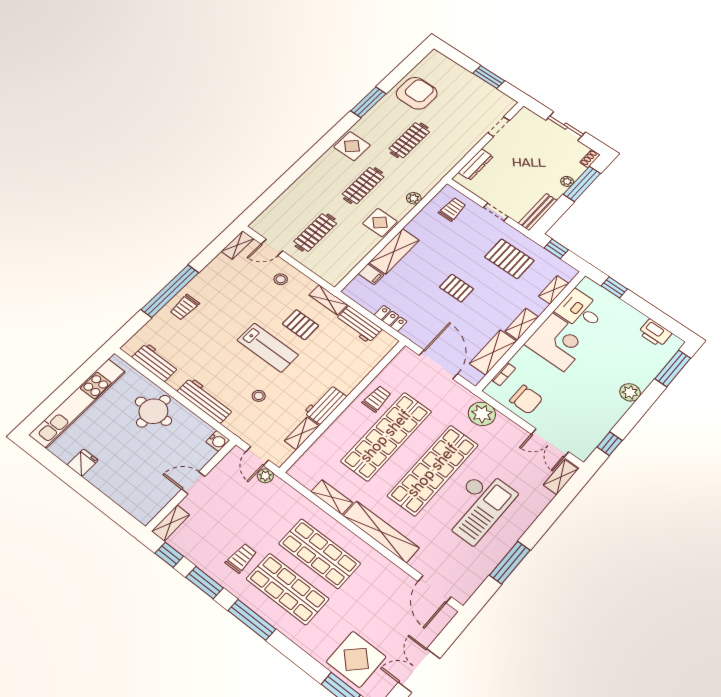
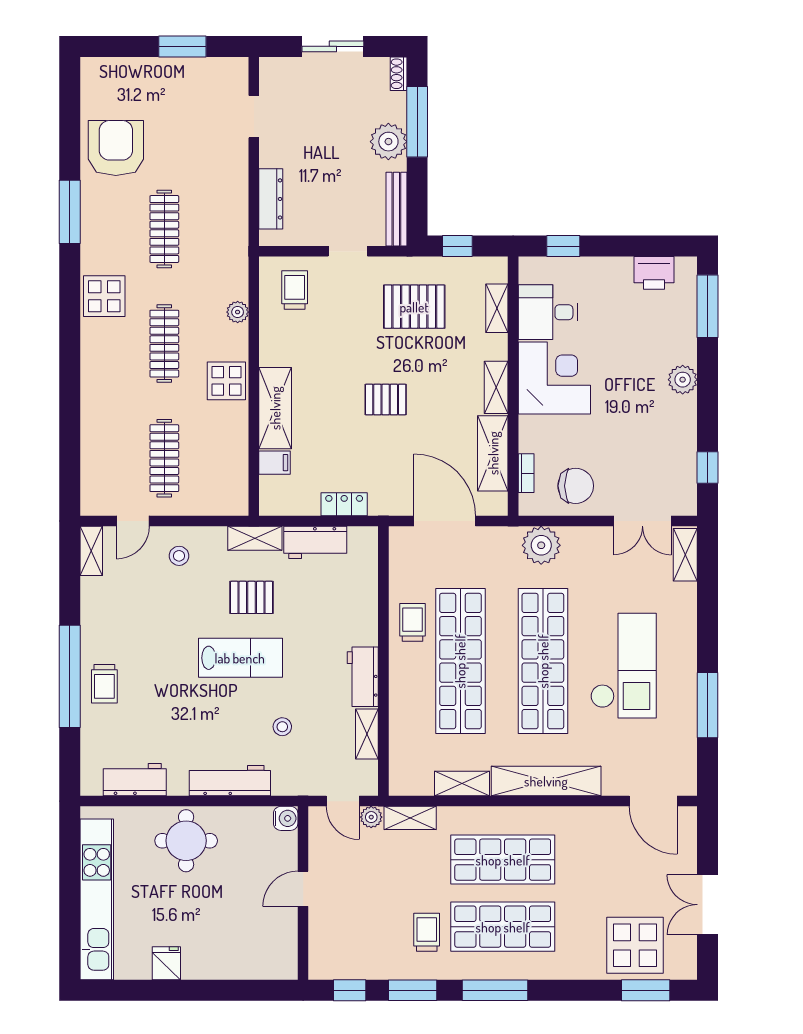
plant: (567, 181) -> (388, 142), width x1.88, depth x1.88
shelving: (171, 523) -> (410, 818), moved, turned 90

